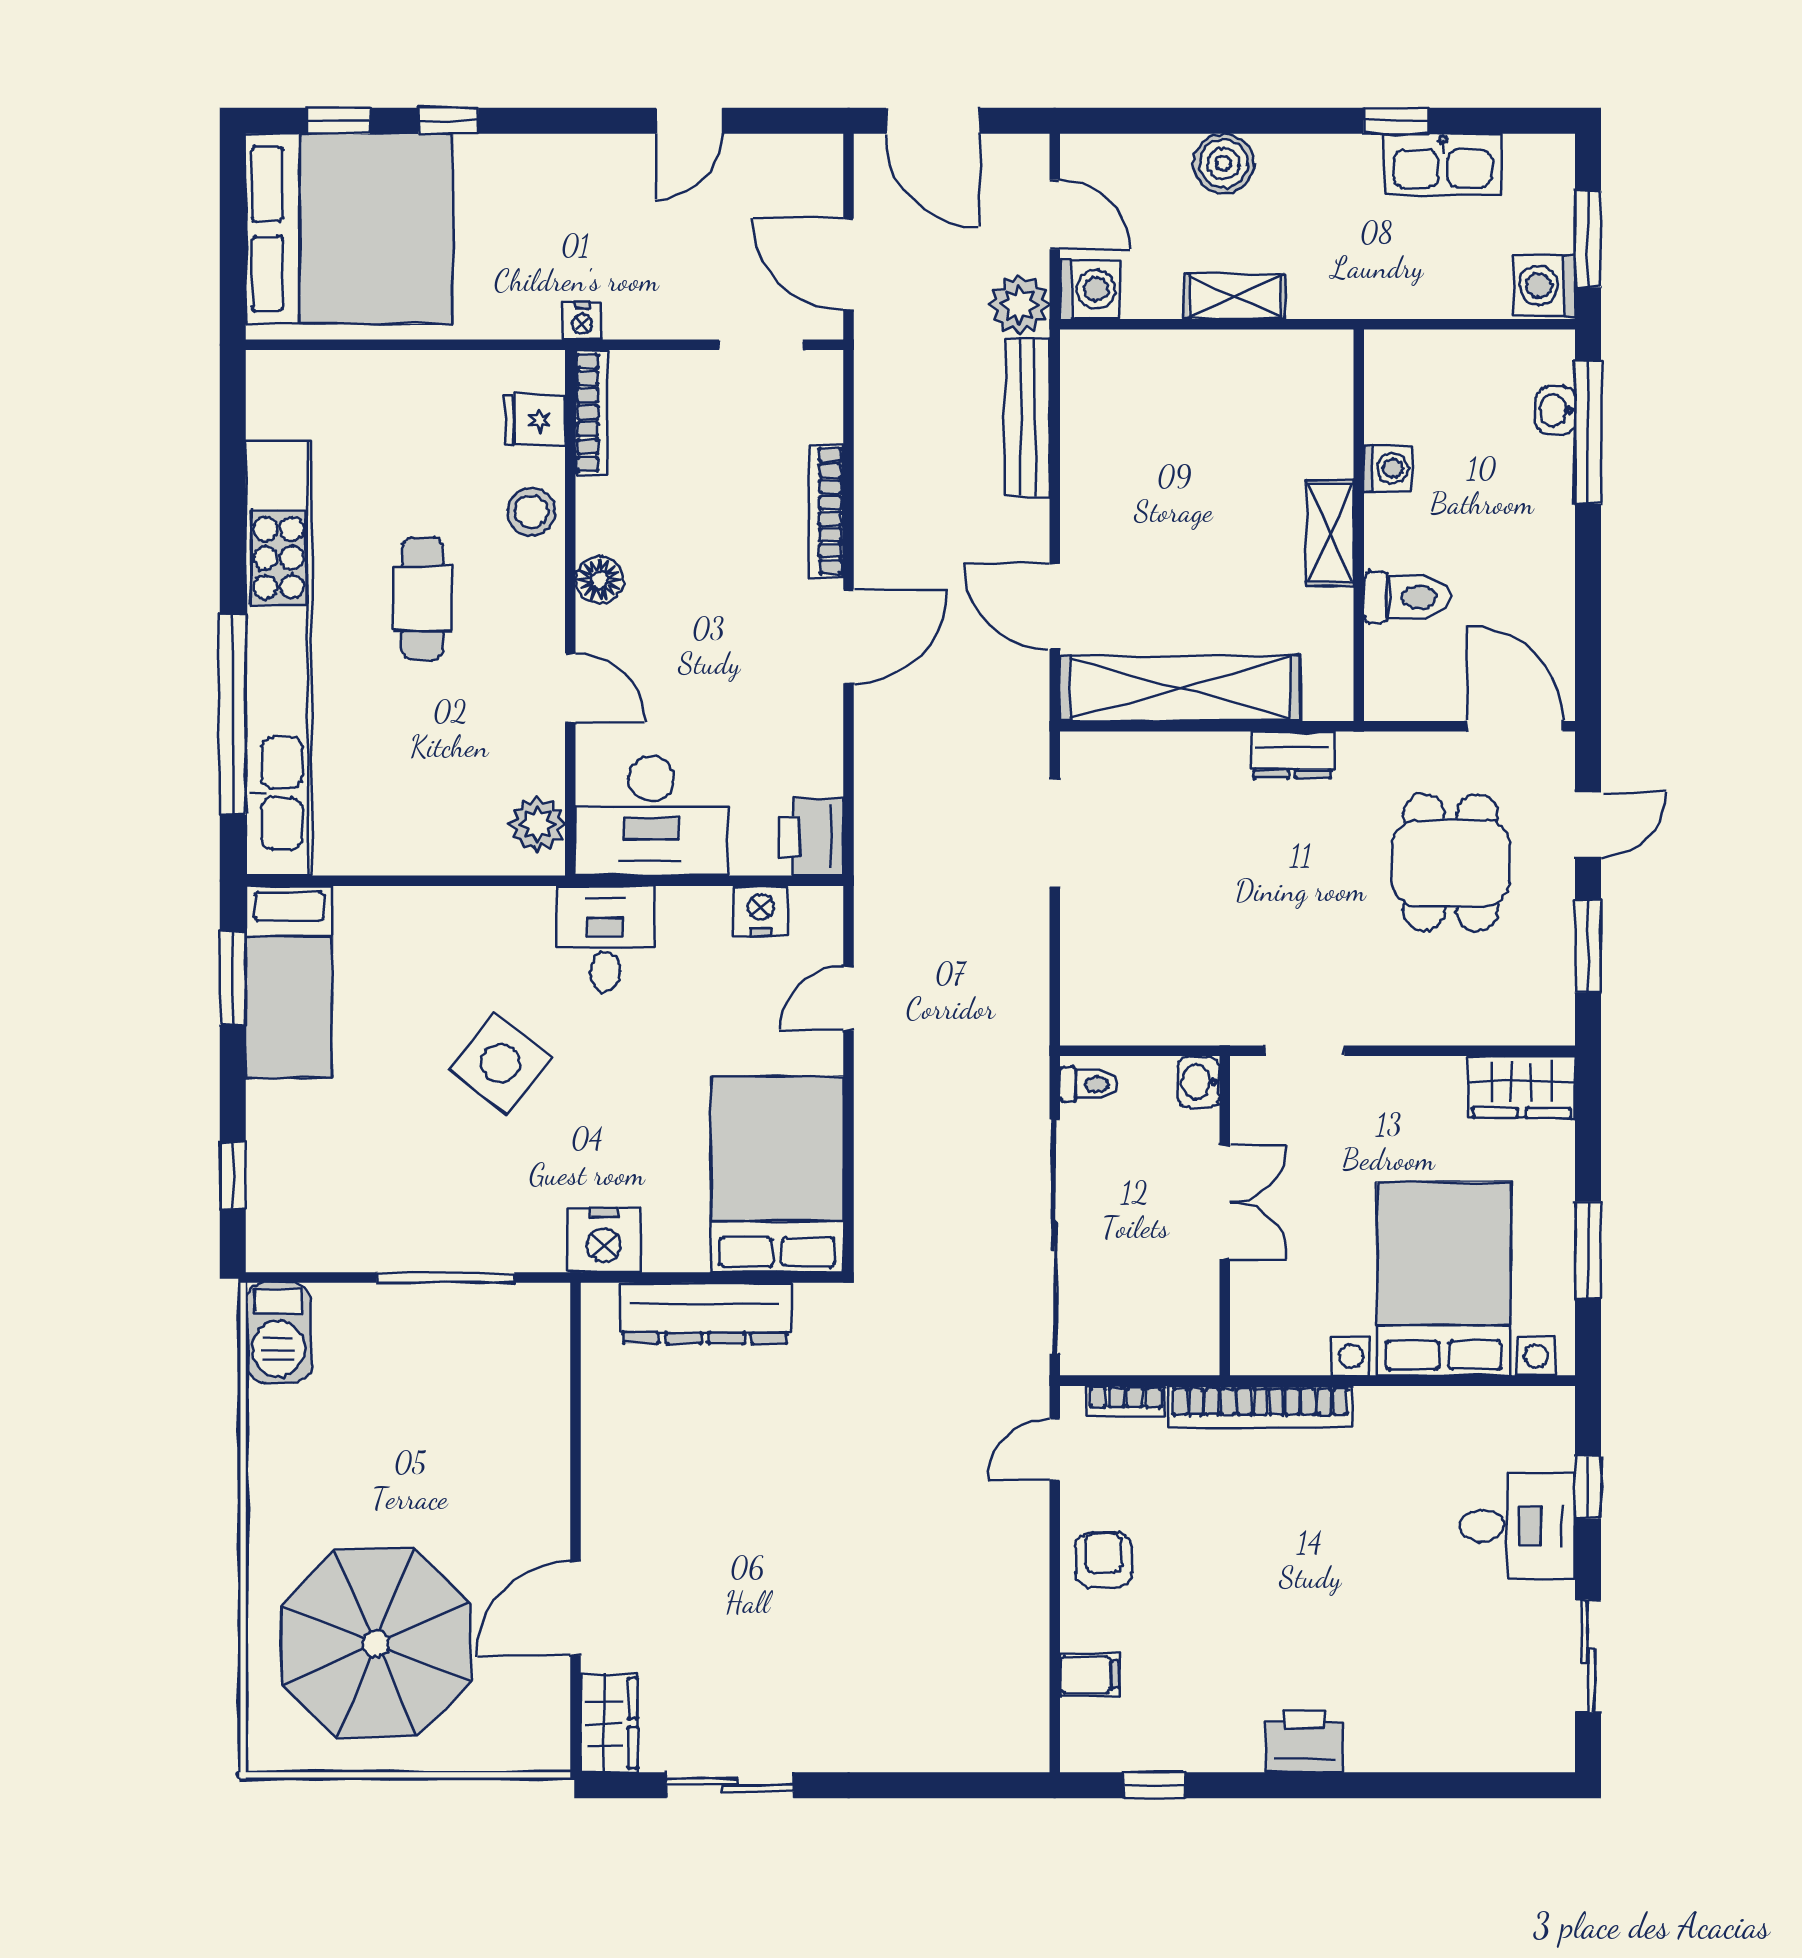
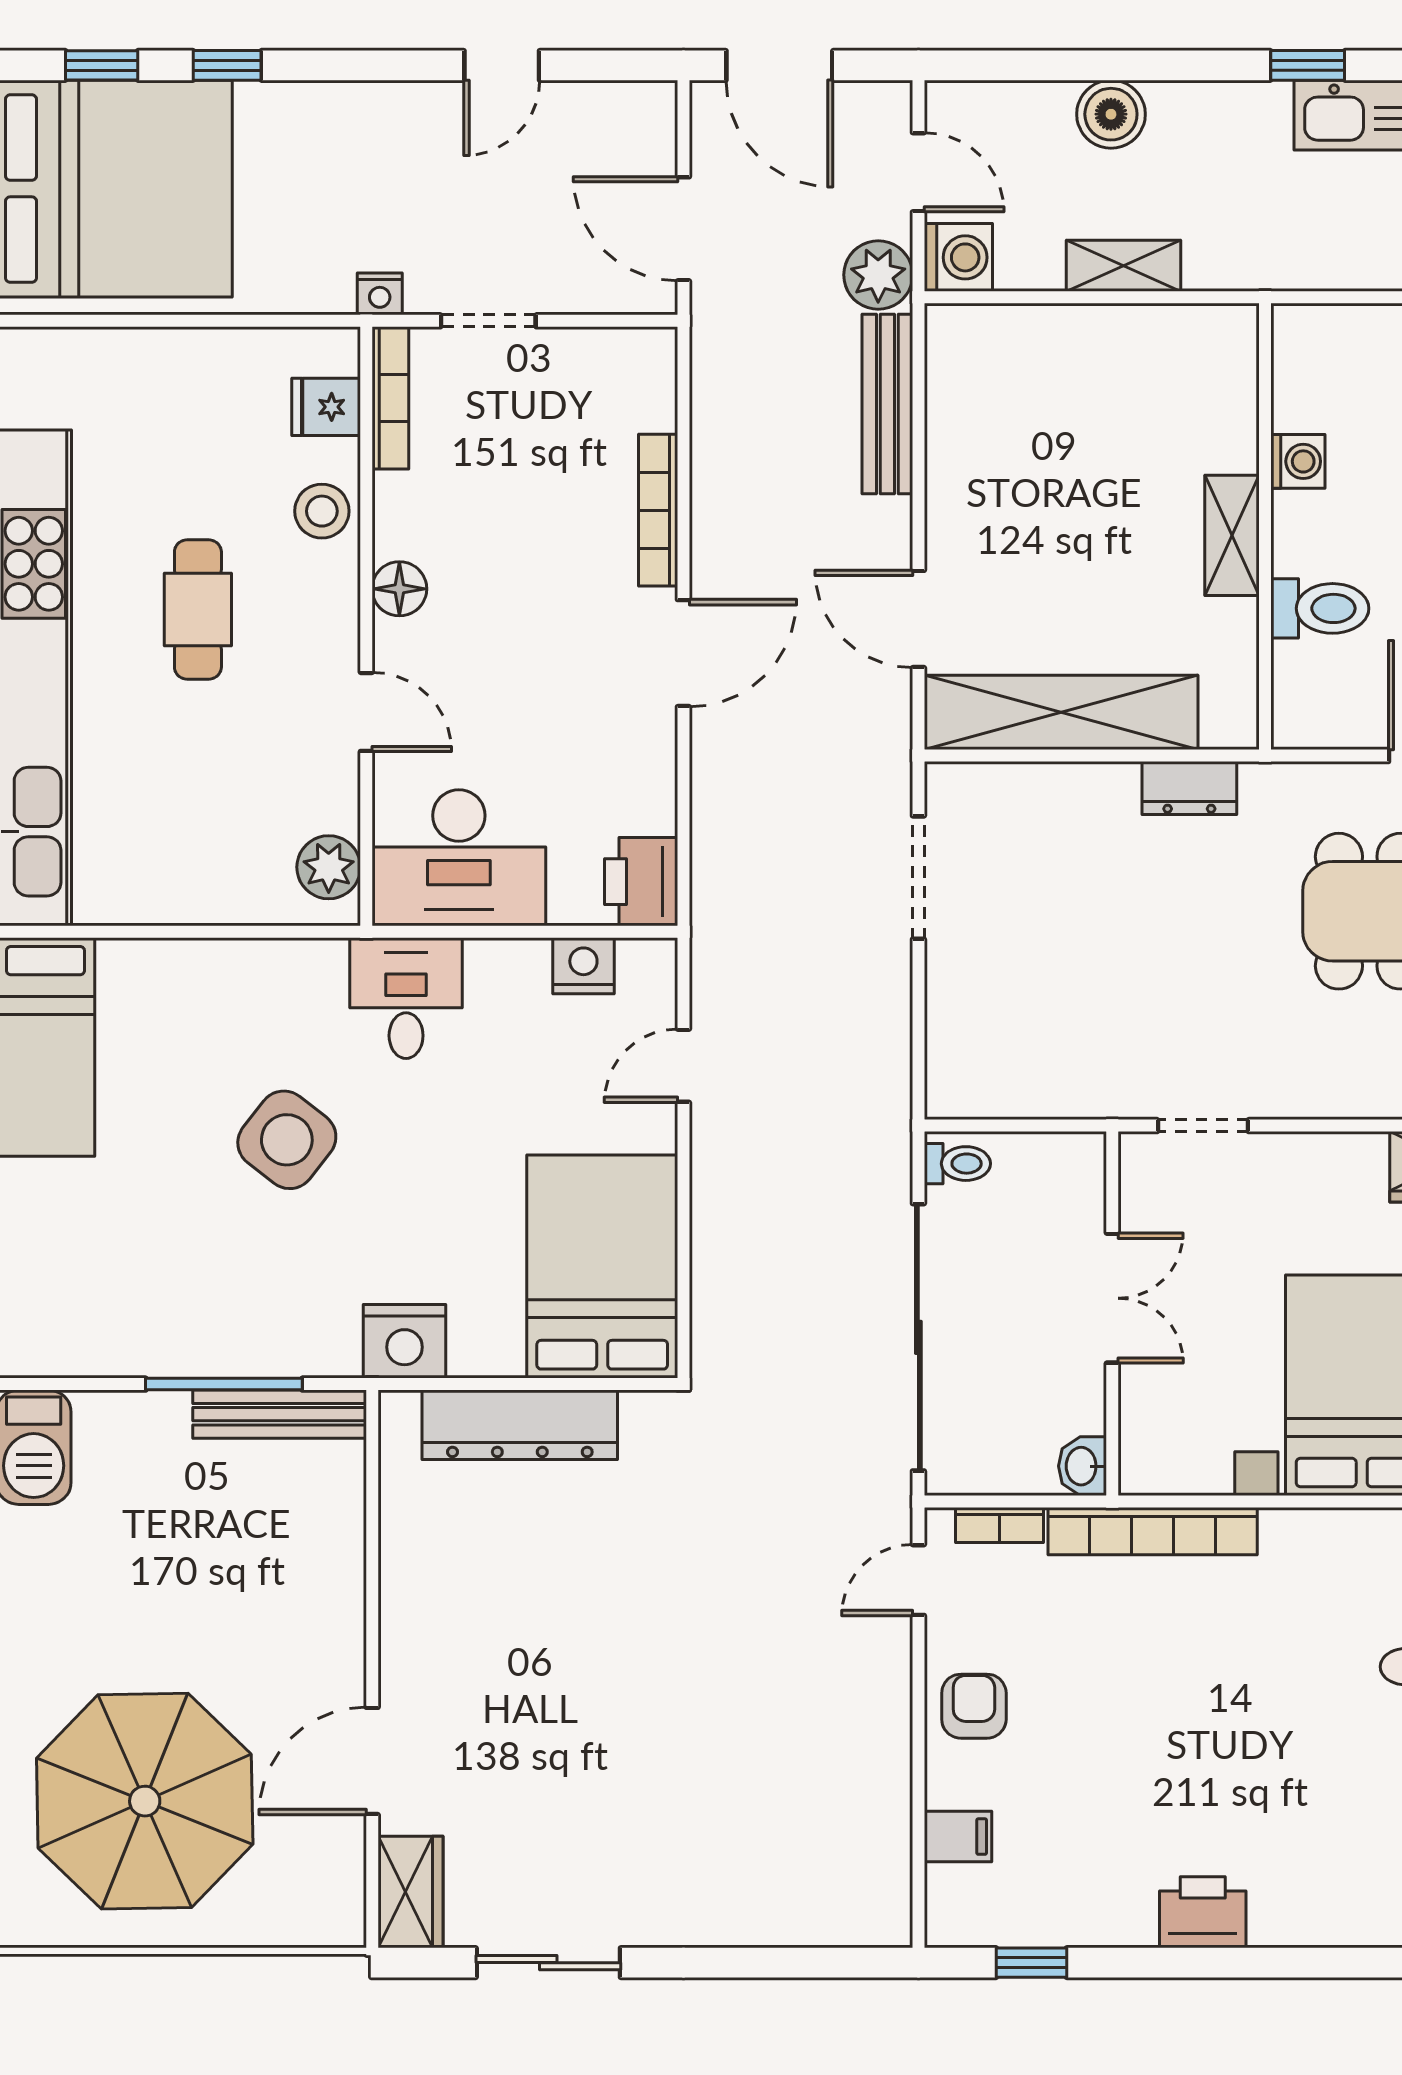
doorway: (761, 345) -> (488, 321), moved
washbasin: (1199, 1082) -> (1083, 1466), moved
bench: (494, 1304) -> (280, 1414), added

